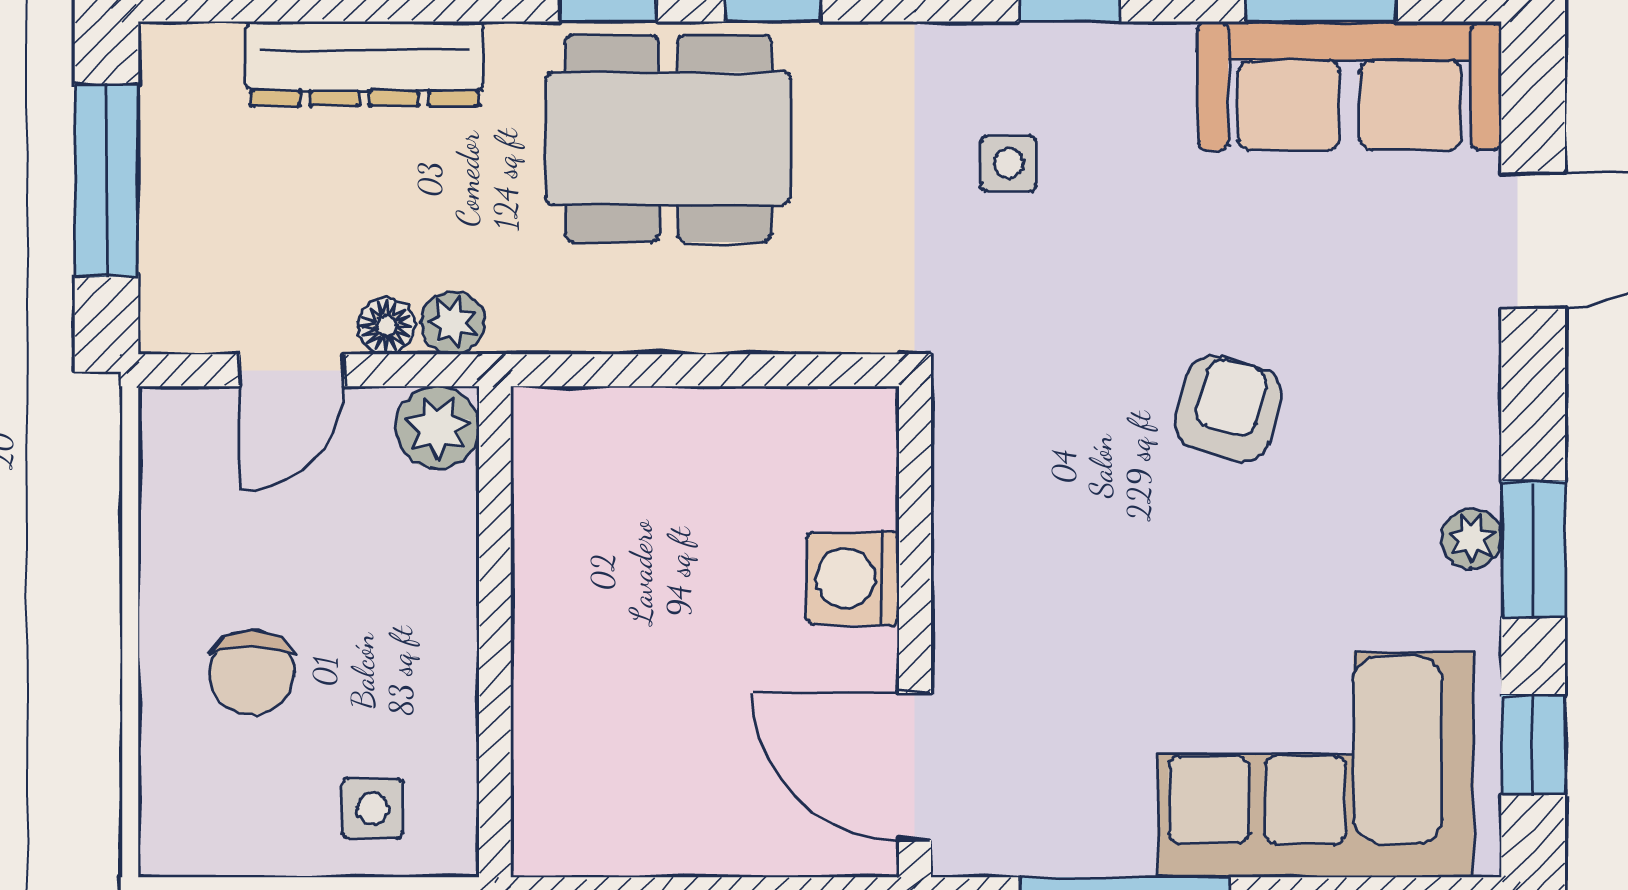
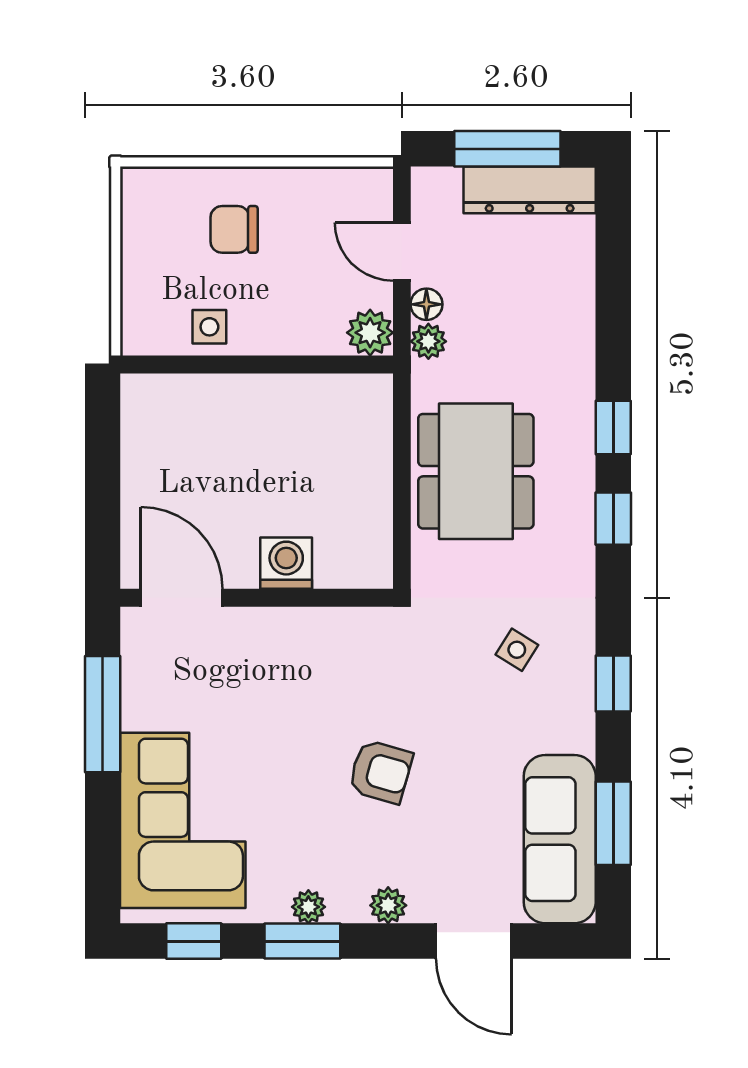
dresser: (364, 64) -> (530, 190), moved, turned -90
dining table: (668, 138) -> (476, 471), moved
side table: (1009, 163) -> (517, 650), turned 32
plant: (1469, 395) -> (388, 905), added
door: (915, 766) -> (182, 598), hinge flipped
side table: (373, 808) -> (209, 327), moved

